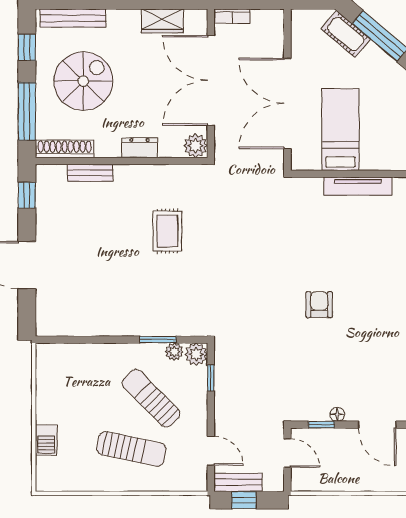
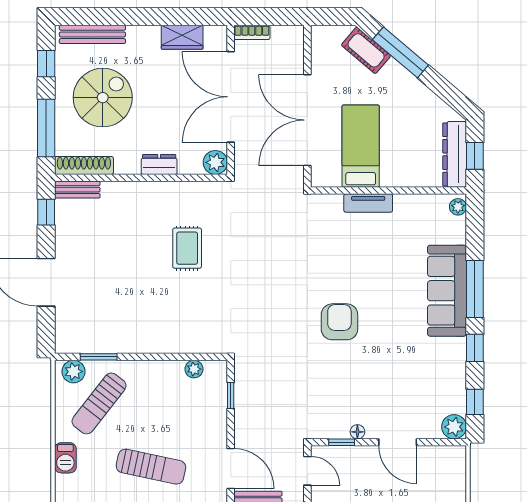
bench: (90, 173) -> (77, 190), moved
tv unit: (358, 186) -> (368, 203), width x0.71
armchair: (319, 305) -> (339, 322), width x1.38, depth x1.38
window: (158, 340) -> (99, 357), moved
plant: (196, 354) -> (74, 372), moved
sun lounger: (151, 398) -> (99, 403), moved, turned -97
door: (211, 451) -> (231, 469), width x1.38

